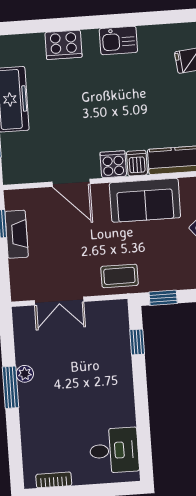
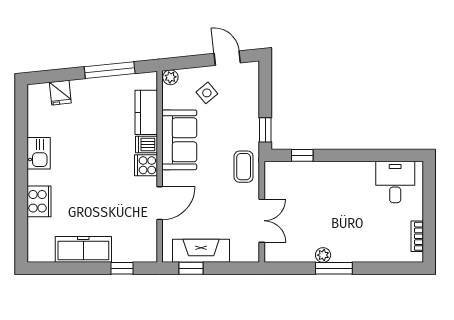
fireplace: (17, 234) -> (201, 251), width x1.37, depth x1.32

